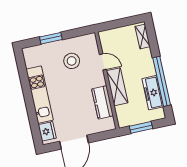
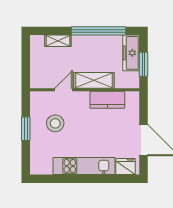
shelving: (143, 36) -> (58, 41), moved
window: (51, 38) -> (26, 129), moved
freezer: (153, 93) -> (131, 53), moved, turned 90

